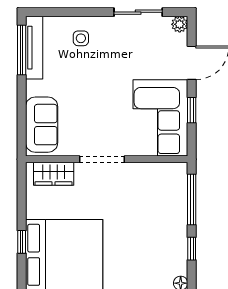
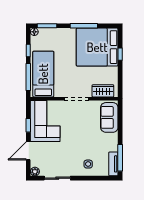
tv unit: (34, 48) -> (113, 164), width x0.71
bed: (164, 205) -> (43, 74), added

